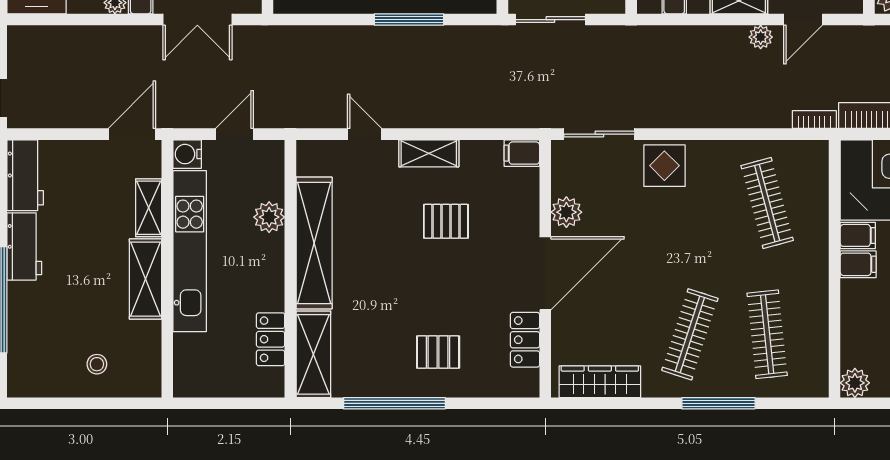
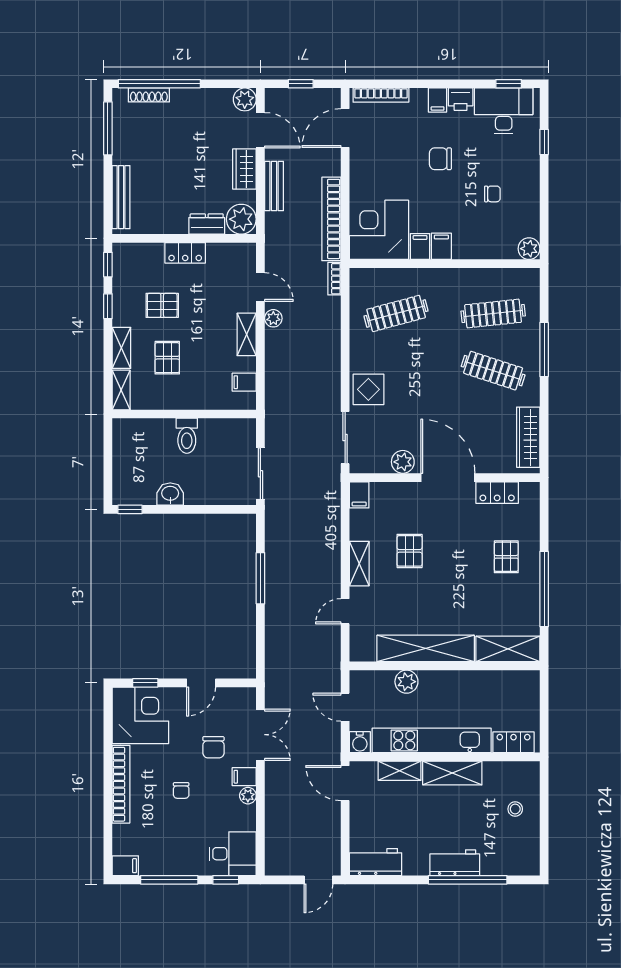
workbench: (24, 246) -> (455, 863), moved
locker: (271, 339) -> (514, 742), moved, turned 180

